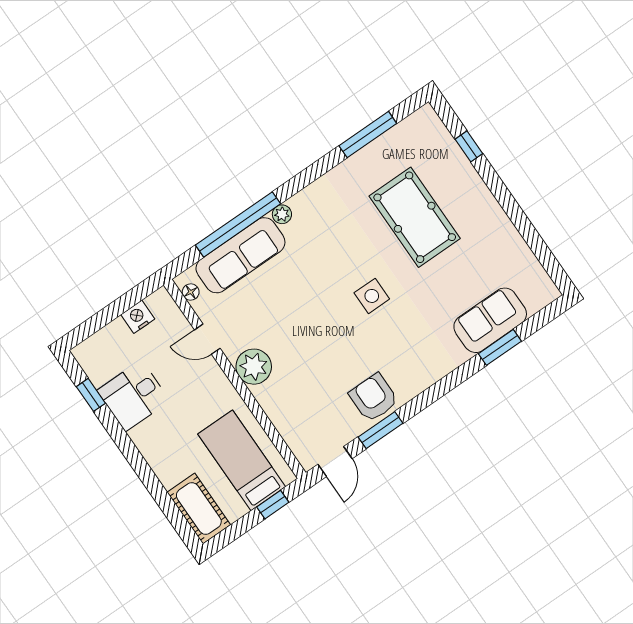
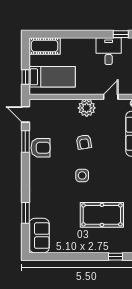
sofa: (490, 320) -> (39, 236), moved
armchair: (314, 332) -> (84, 142), added

